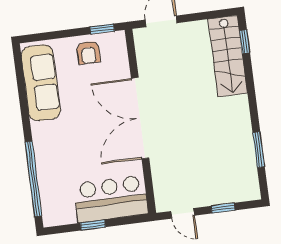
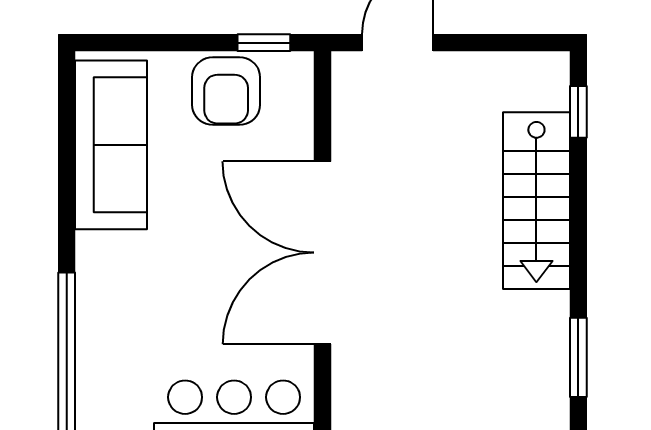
armchair: (88, 52) -> (226, 91), width x1.38, depth x1.38
stairs: (228, 56) -> (536, 201), moved

